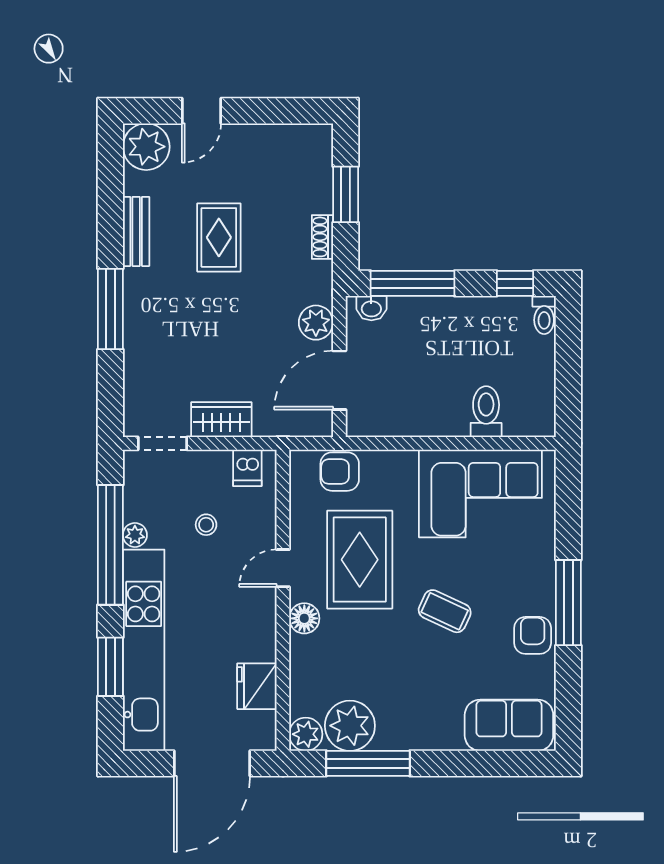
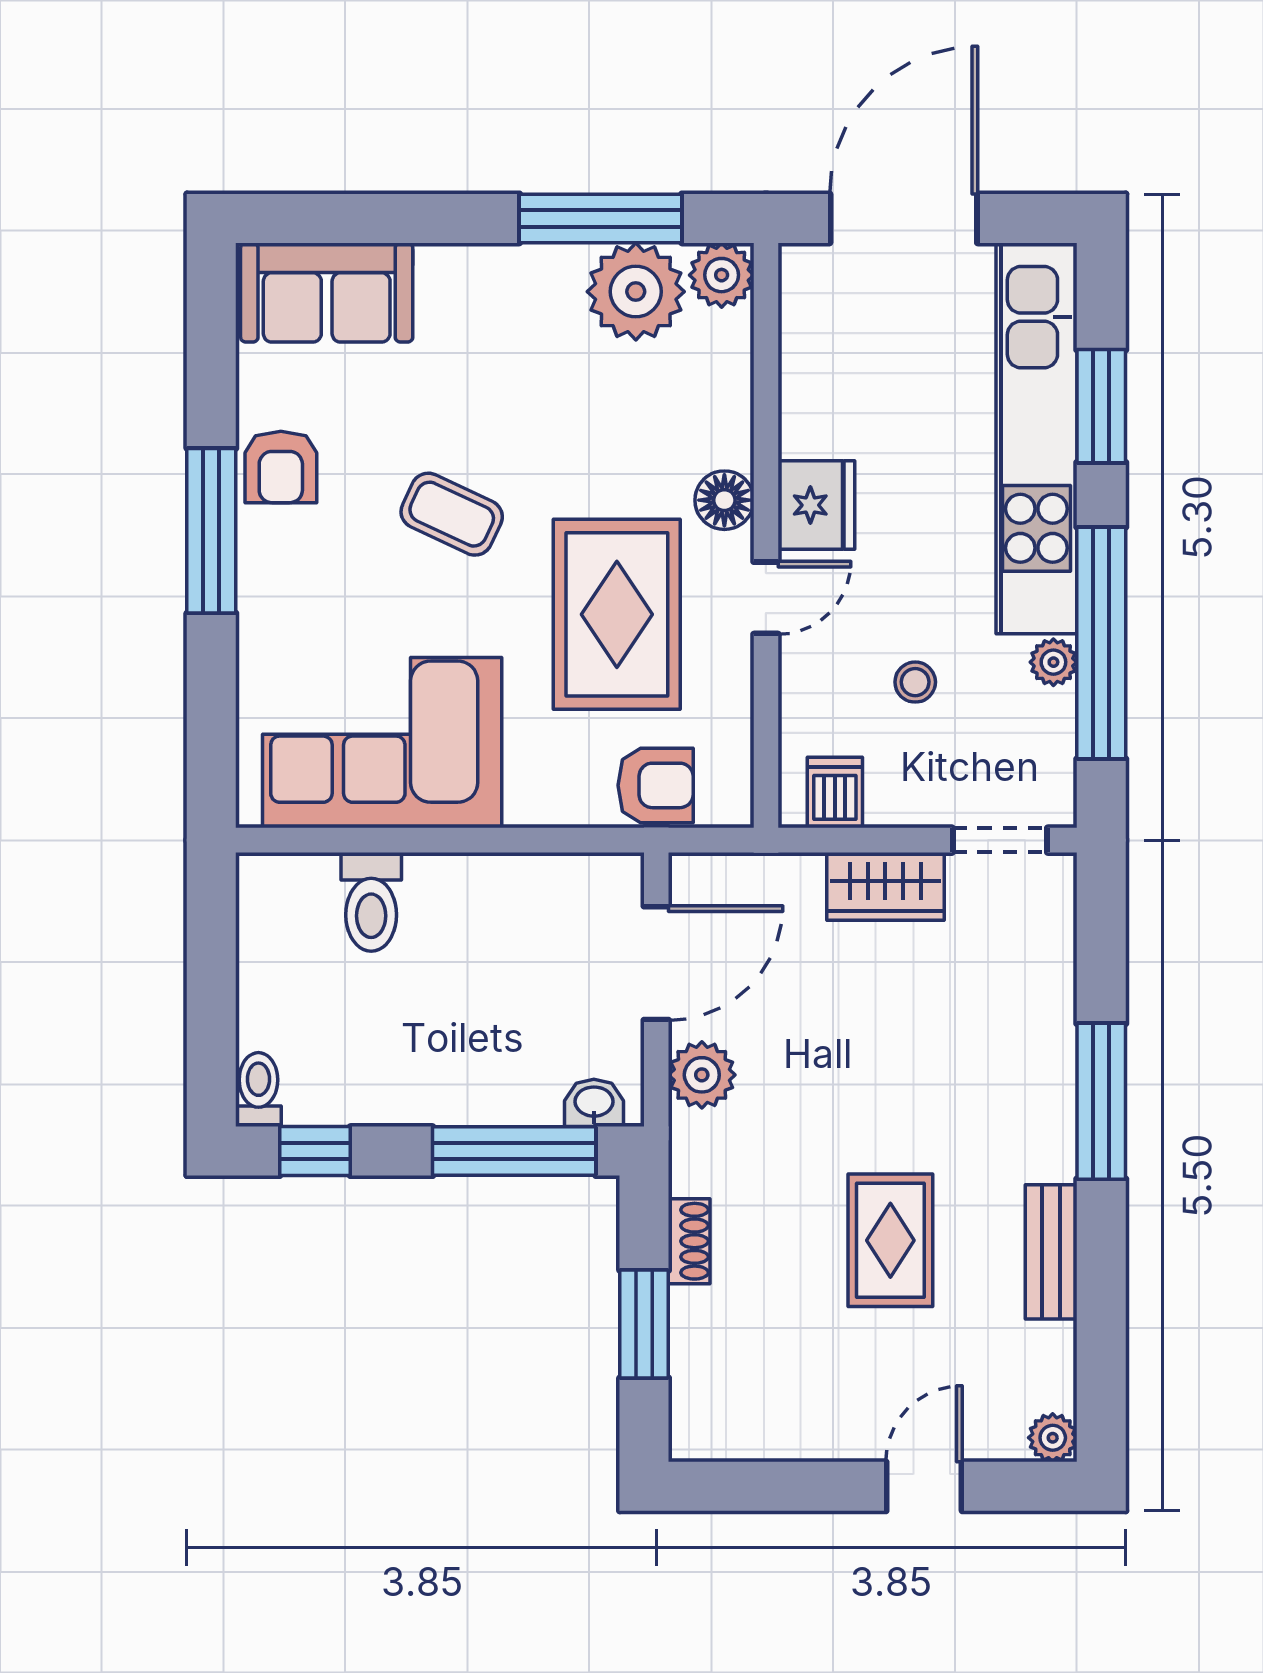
plant: (146, 147) -> (1053, 1438), width x0.53, depth x0.53
fridge: (257, 686) -> (816, 505), moved

